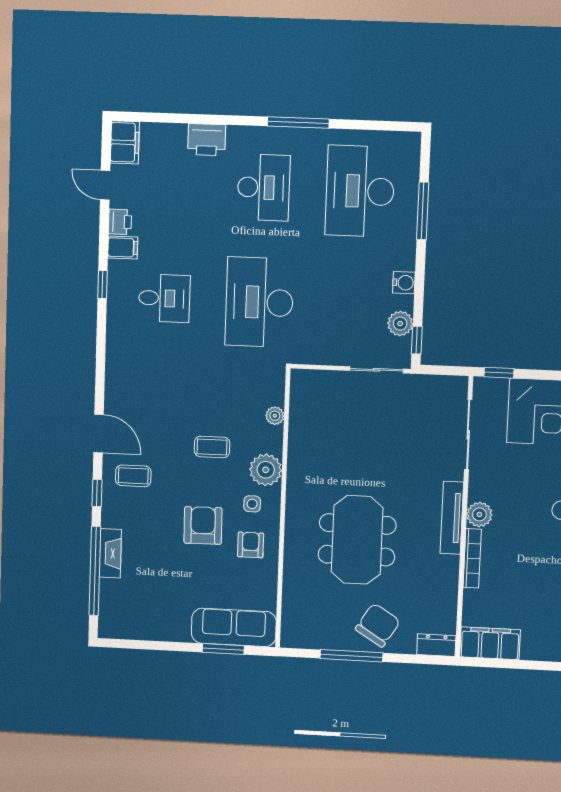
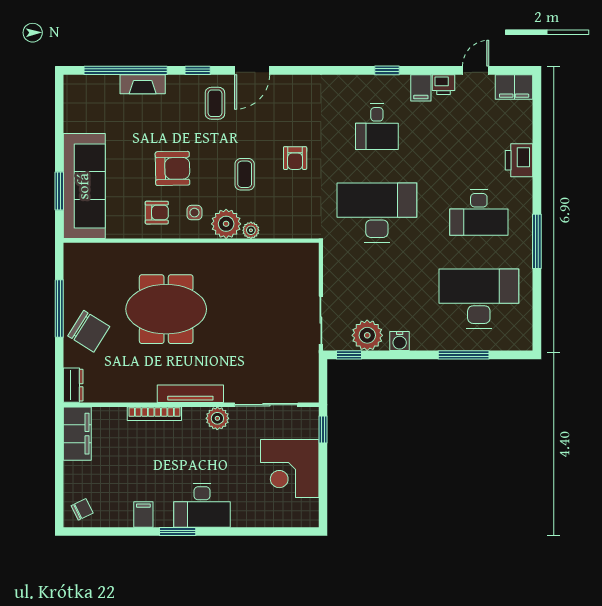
plant: (400, 324) -> (367, 335), width x1.36, depth x1.36
armchair: (196, 391) -> (295, 158), added
plant: (275, 416) -> (251, 230), moved
plant: (479, 514) -> (217, 418), moved
sofa: (234, 627) -> (84, 186), width x1.36, depth x1.27

